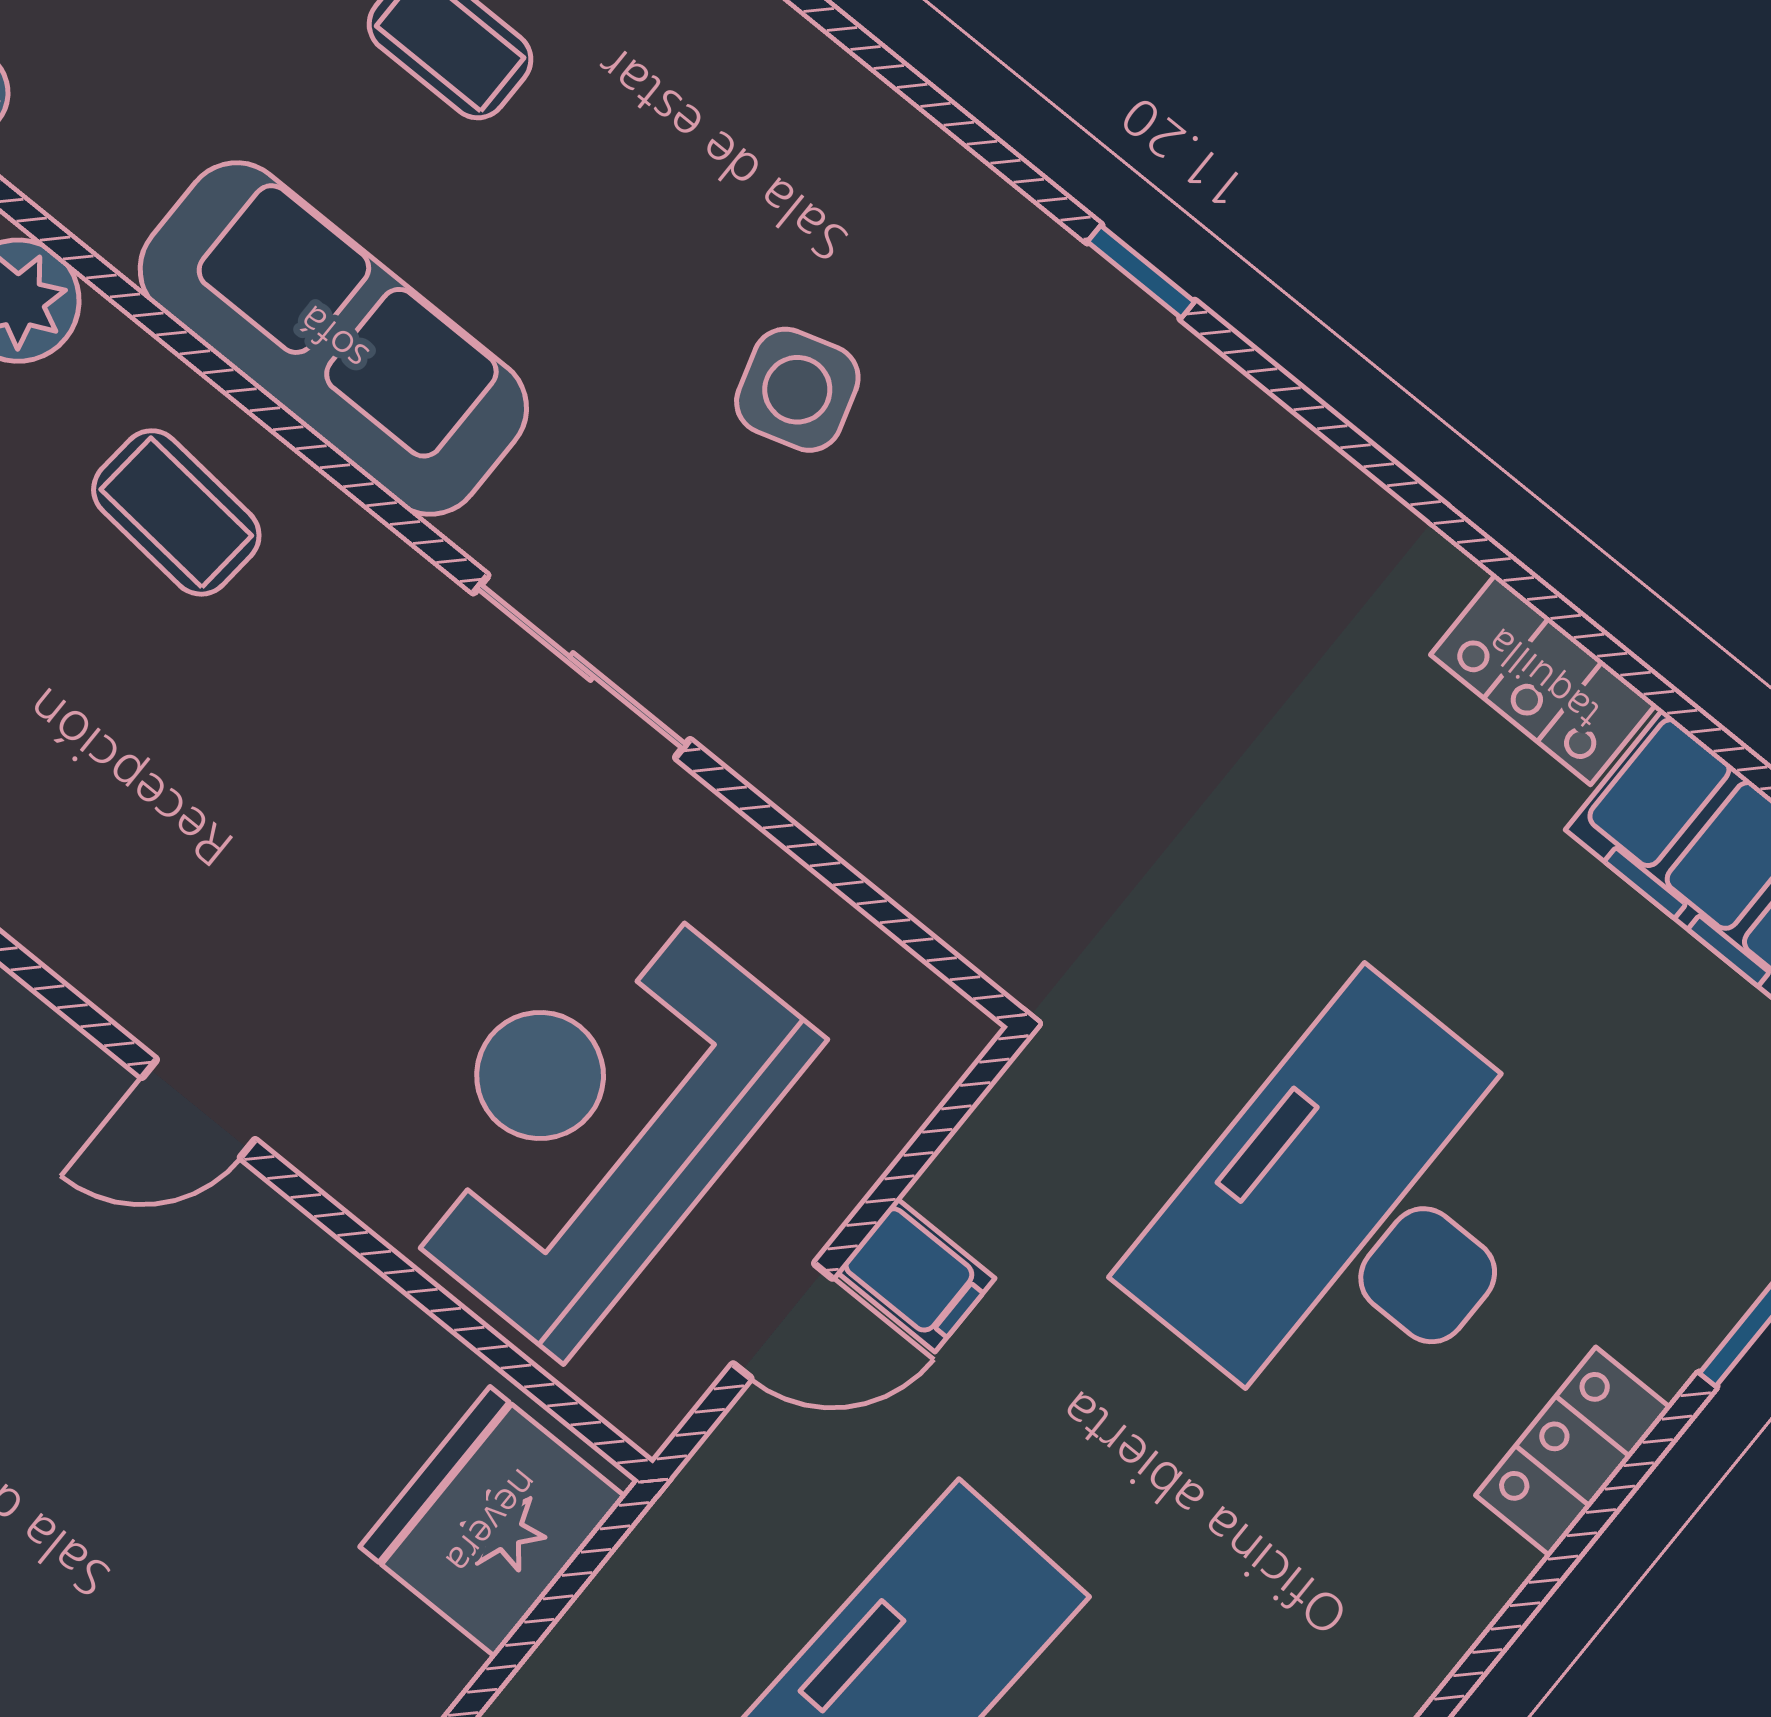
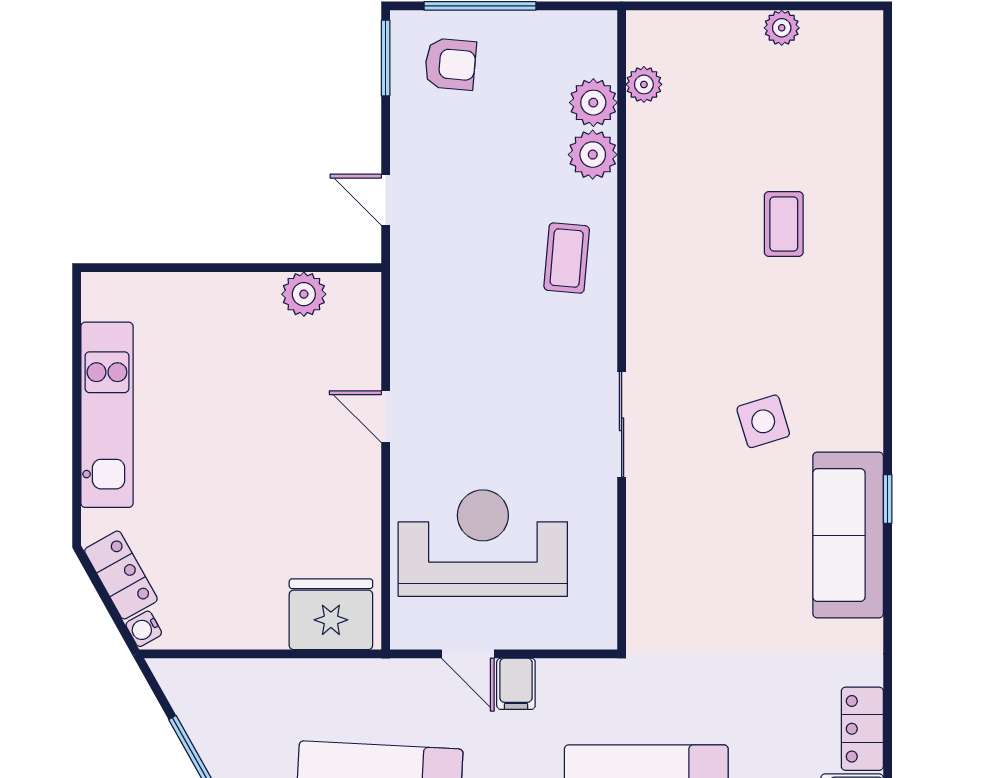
sofa: (333, 339) -> (848, 535), moved, turned 180

